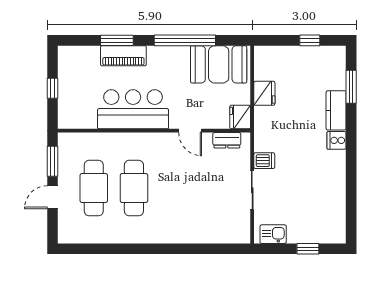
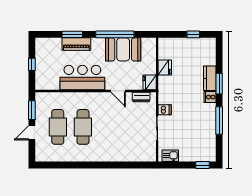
booth: (219, 64) -> (123, 49), moved
window: (351, 87) -> (219, 84), moved
window: (351, 178) -> (219, 121), added
window: (308, 249) -> (202, 165), moved

